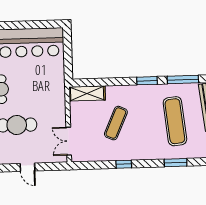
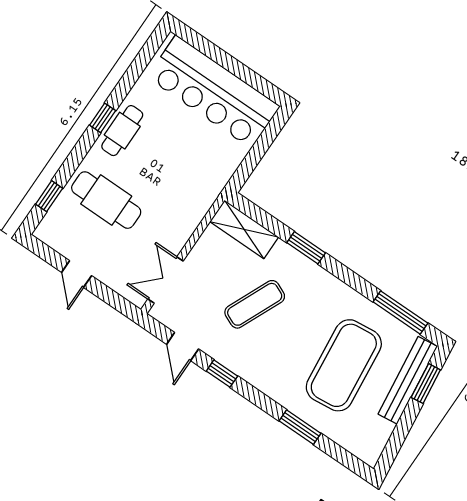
window: (147, 81) -> (306, 248), moved
exercise mat: (175, 121) -> (344, 365), width x1.47
door: (98, 165) -> (183, 347), added

